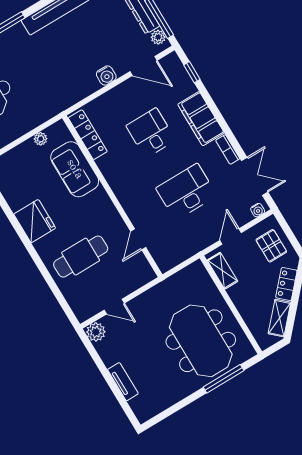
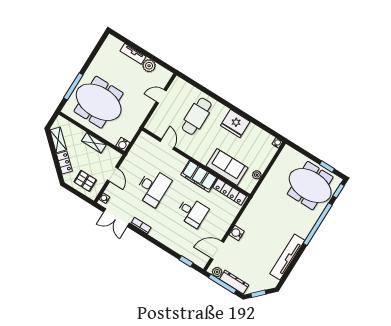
filing cabinet: (201, 119) -> (199, 176), moved, turned 180
water cooler: (197, 269) -> (123, 144), added
shelving: (222, 271) -> (94, 143), moved
plant: (96, 332) -> (149, 66), moved

